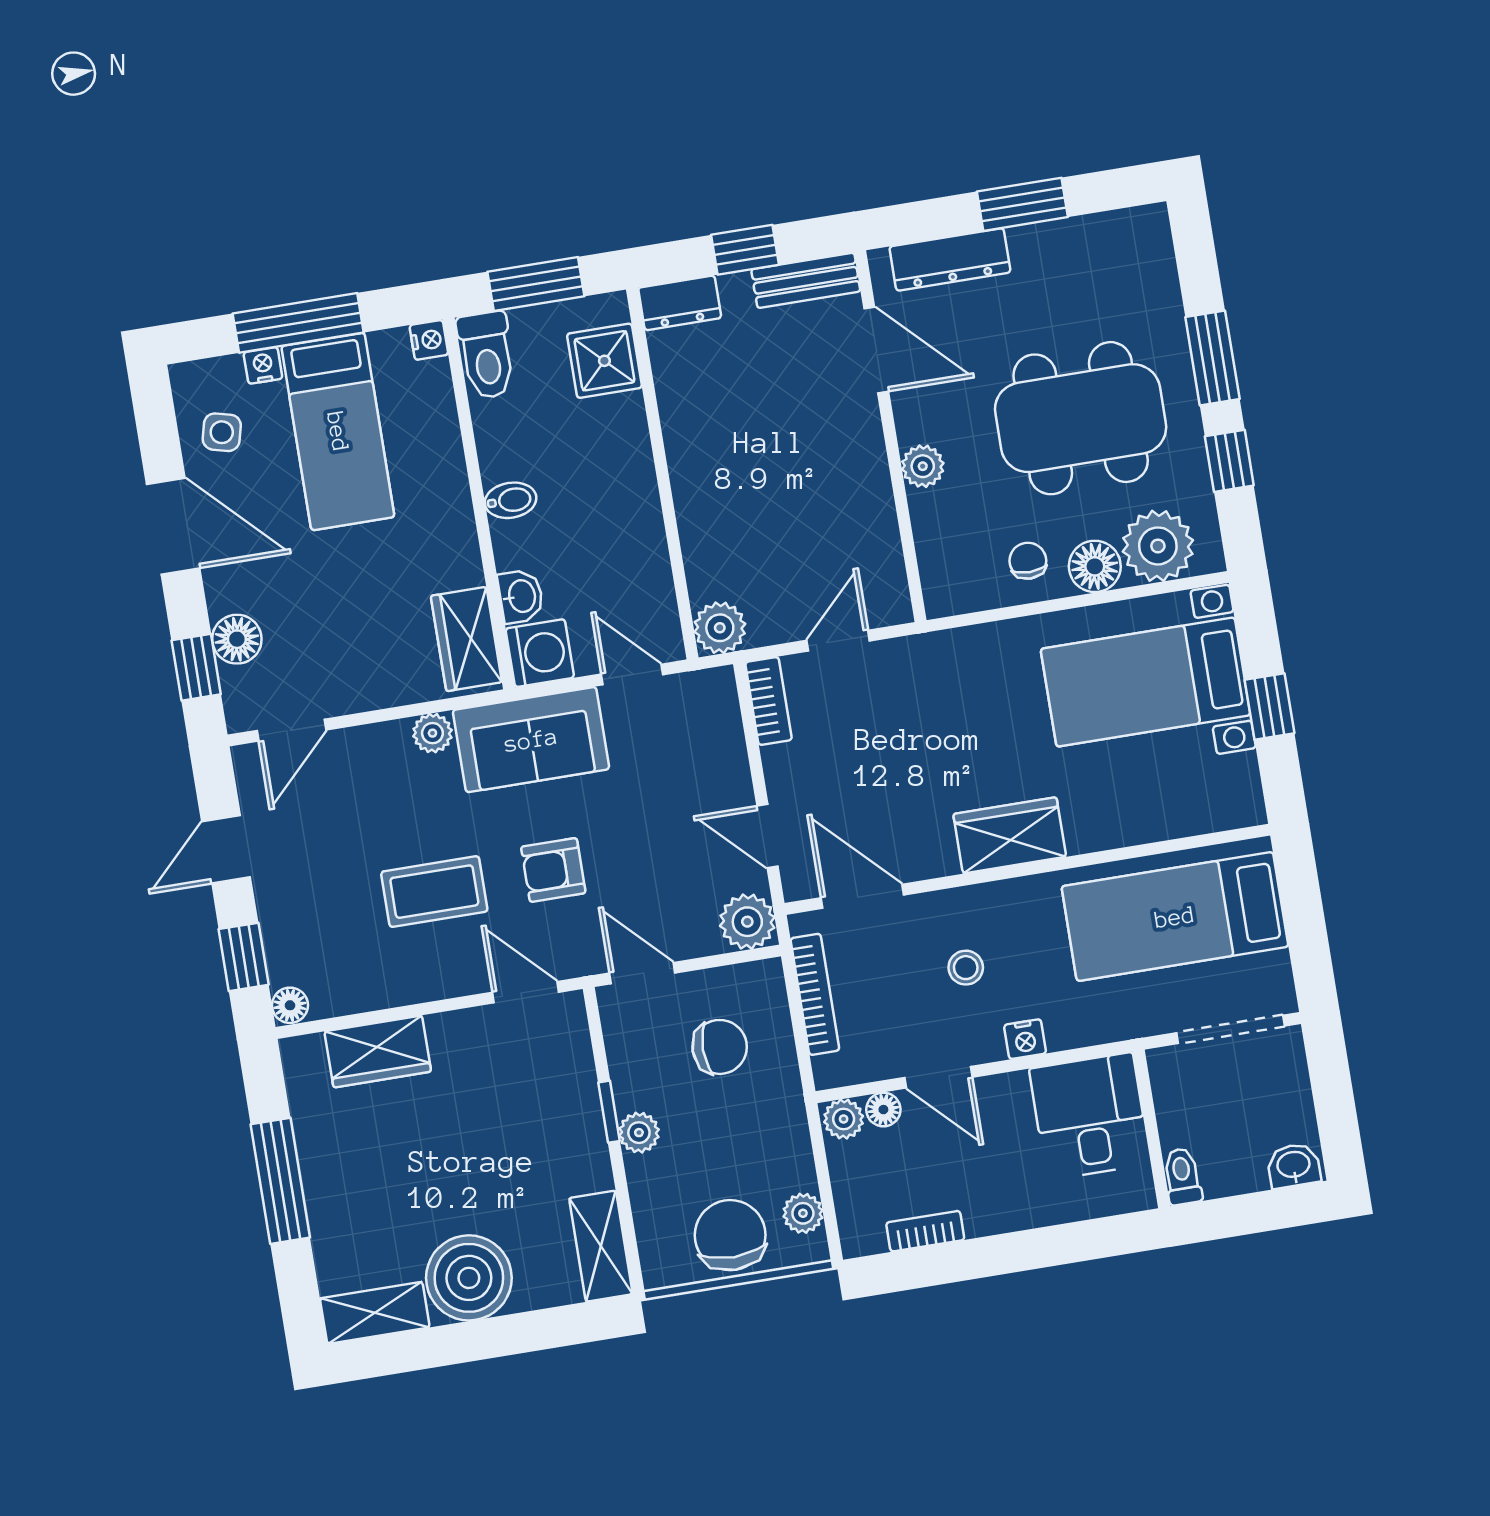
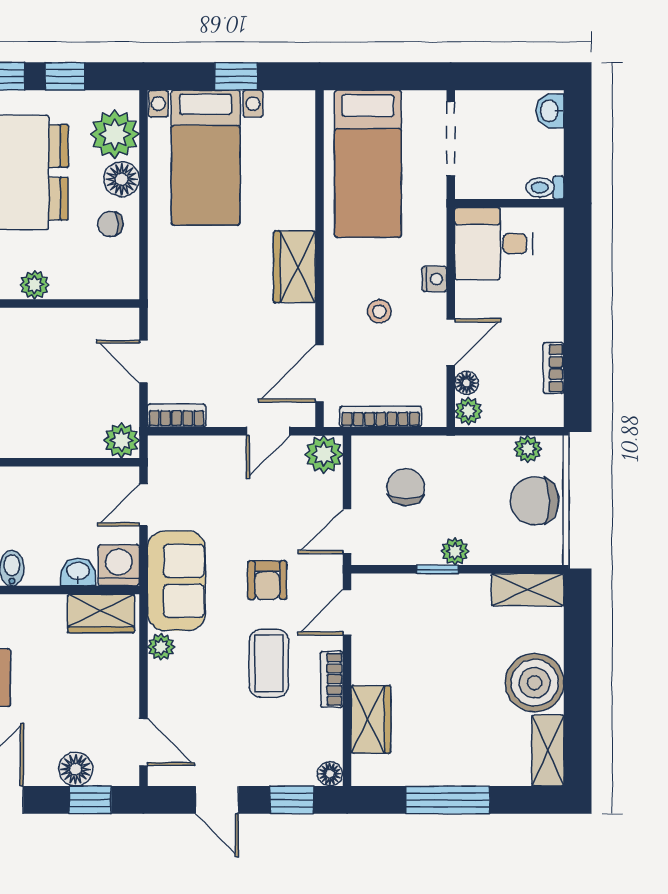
bookcase: (426, 986) -> (332, 679), added

